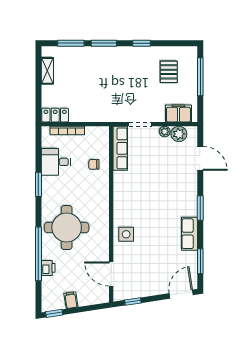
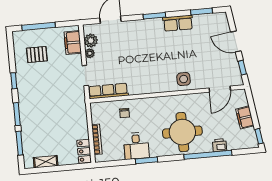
desk: (56, 162) -> (136, 146), moved
door: (181, 294) -> (236, 42), moved
filing cabinet: (71, 300) -> (245, 117), width x2.00

